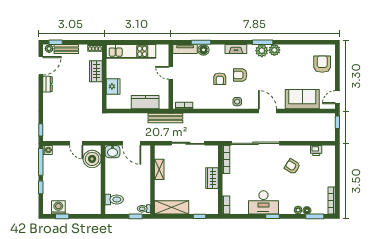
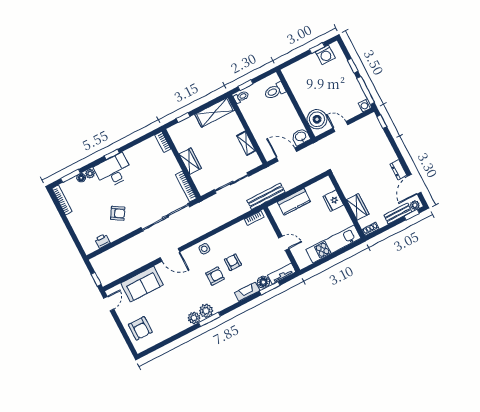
fireplace: (236, 49) -> (247, 292), moved
desk: (263, 202) -> (113, 171), moved

